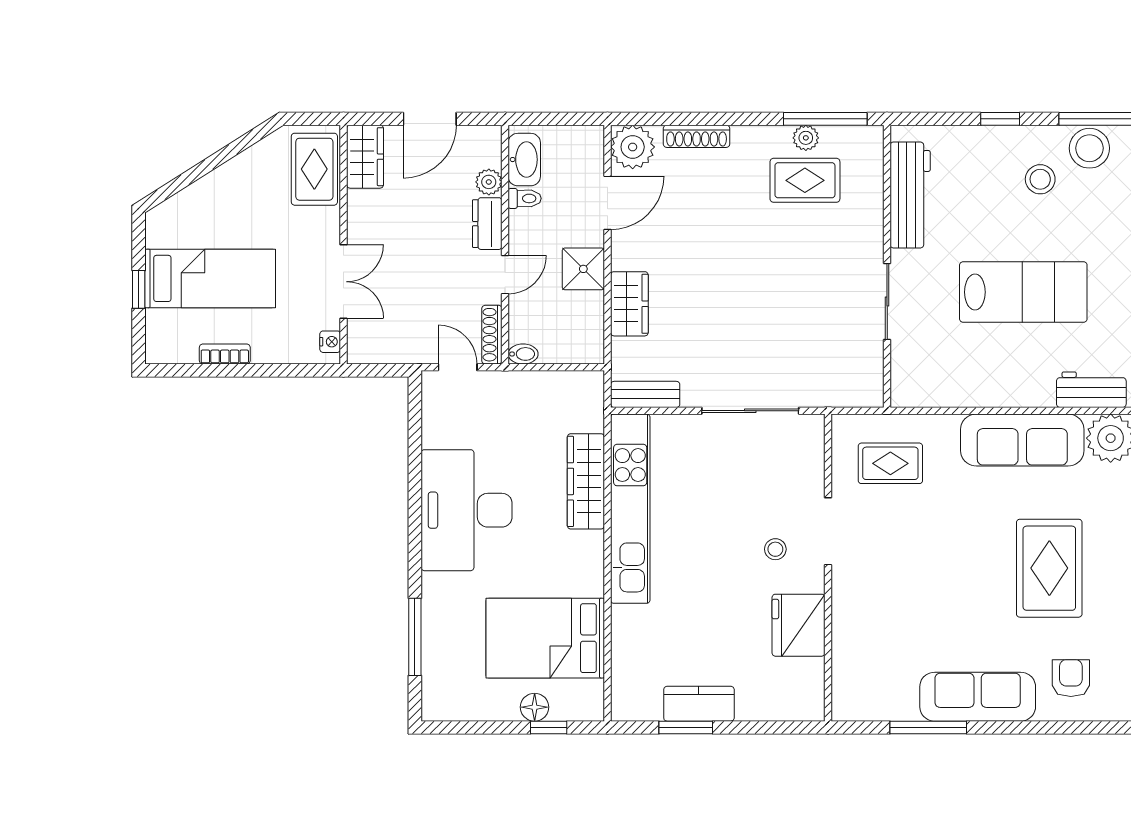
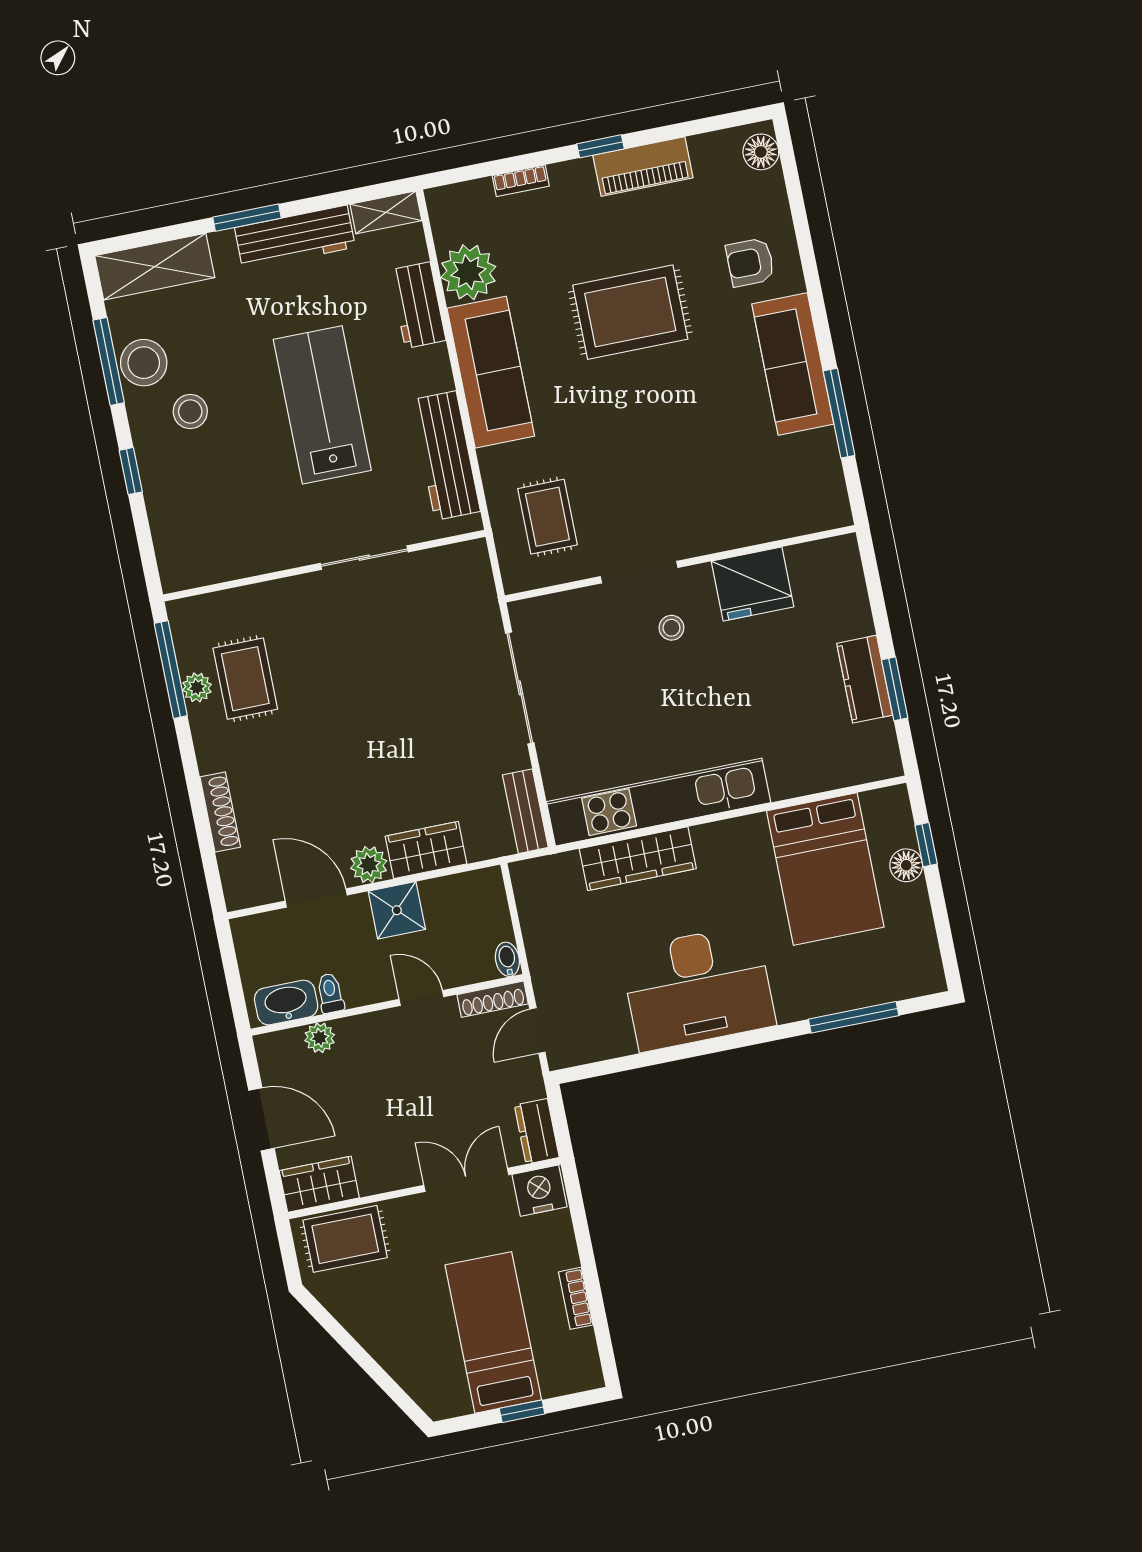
plant: (633, 147) -> (369, 865), moved, width x0.73, depth x0.73
workbench: (910, 195) -> (446, 456), moved, turned -90
dresser: (487, 224) -> (537, 1131), moved, turned 90
nightstand: (330, 342) -> (539, 1191), width x1.89, depth x1.79

